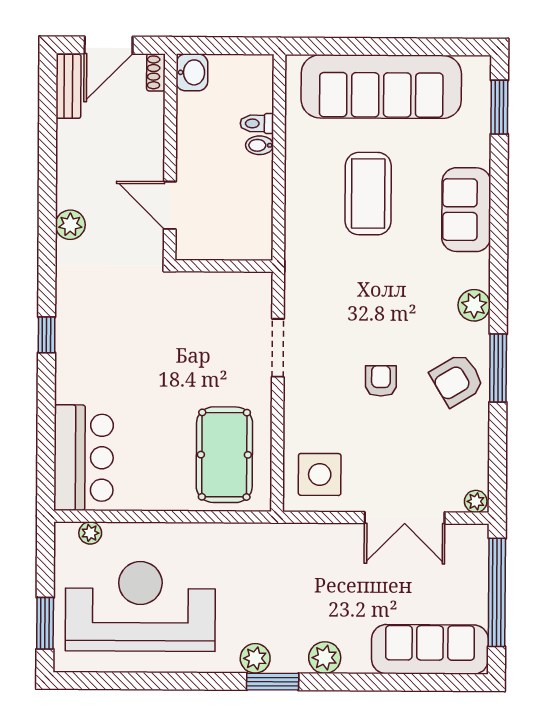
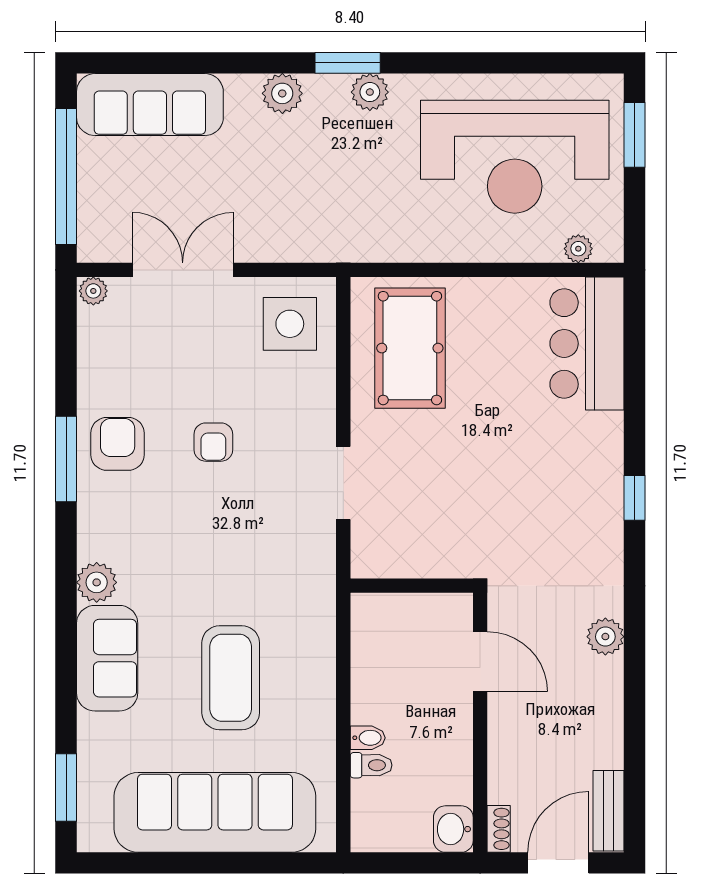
plant: (474, 305) -> (97, 582), moved
armchair: (457, 380) -> (118, 444), turned -59

